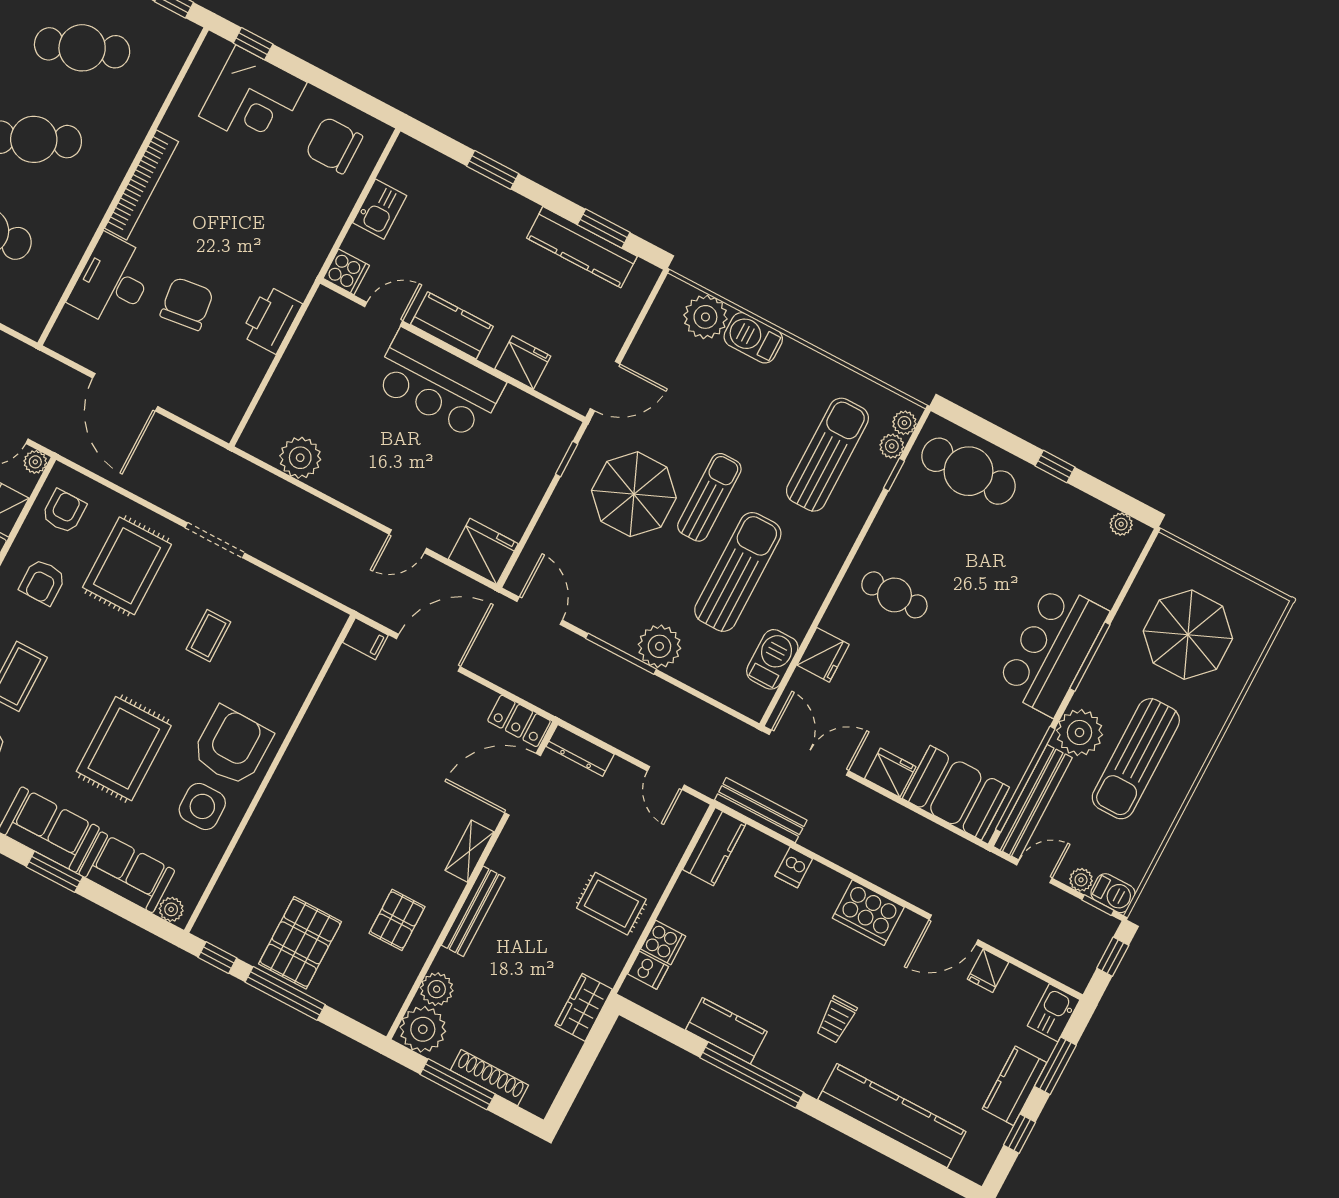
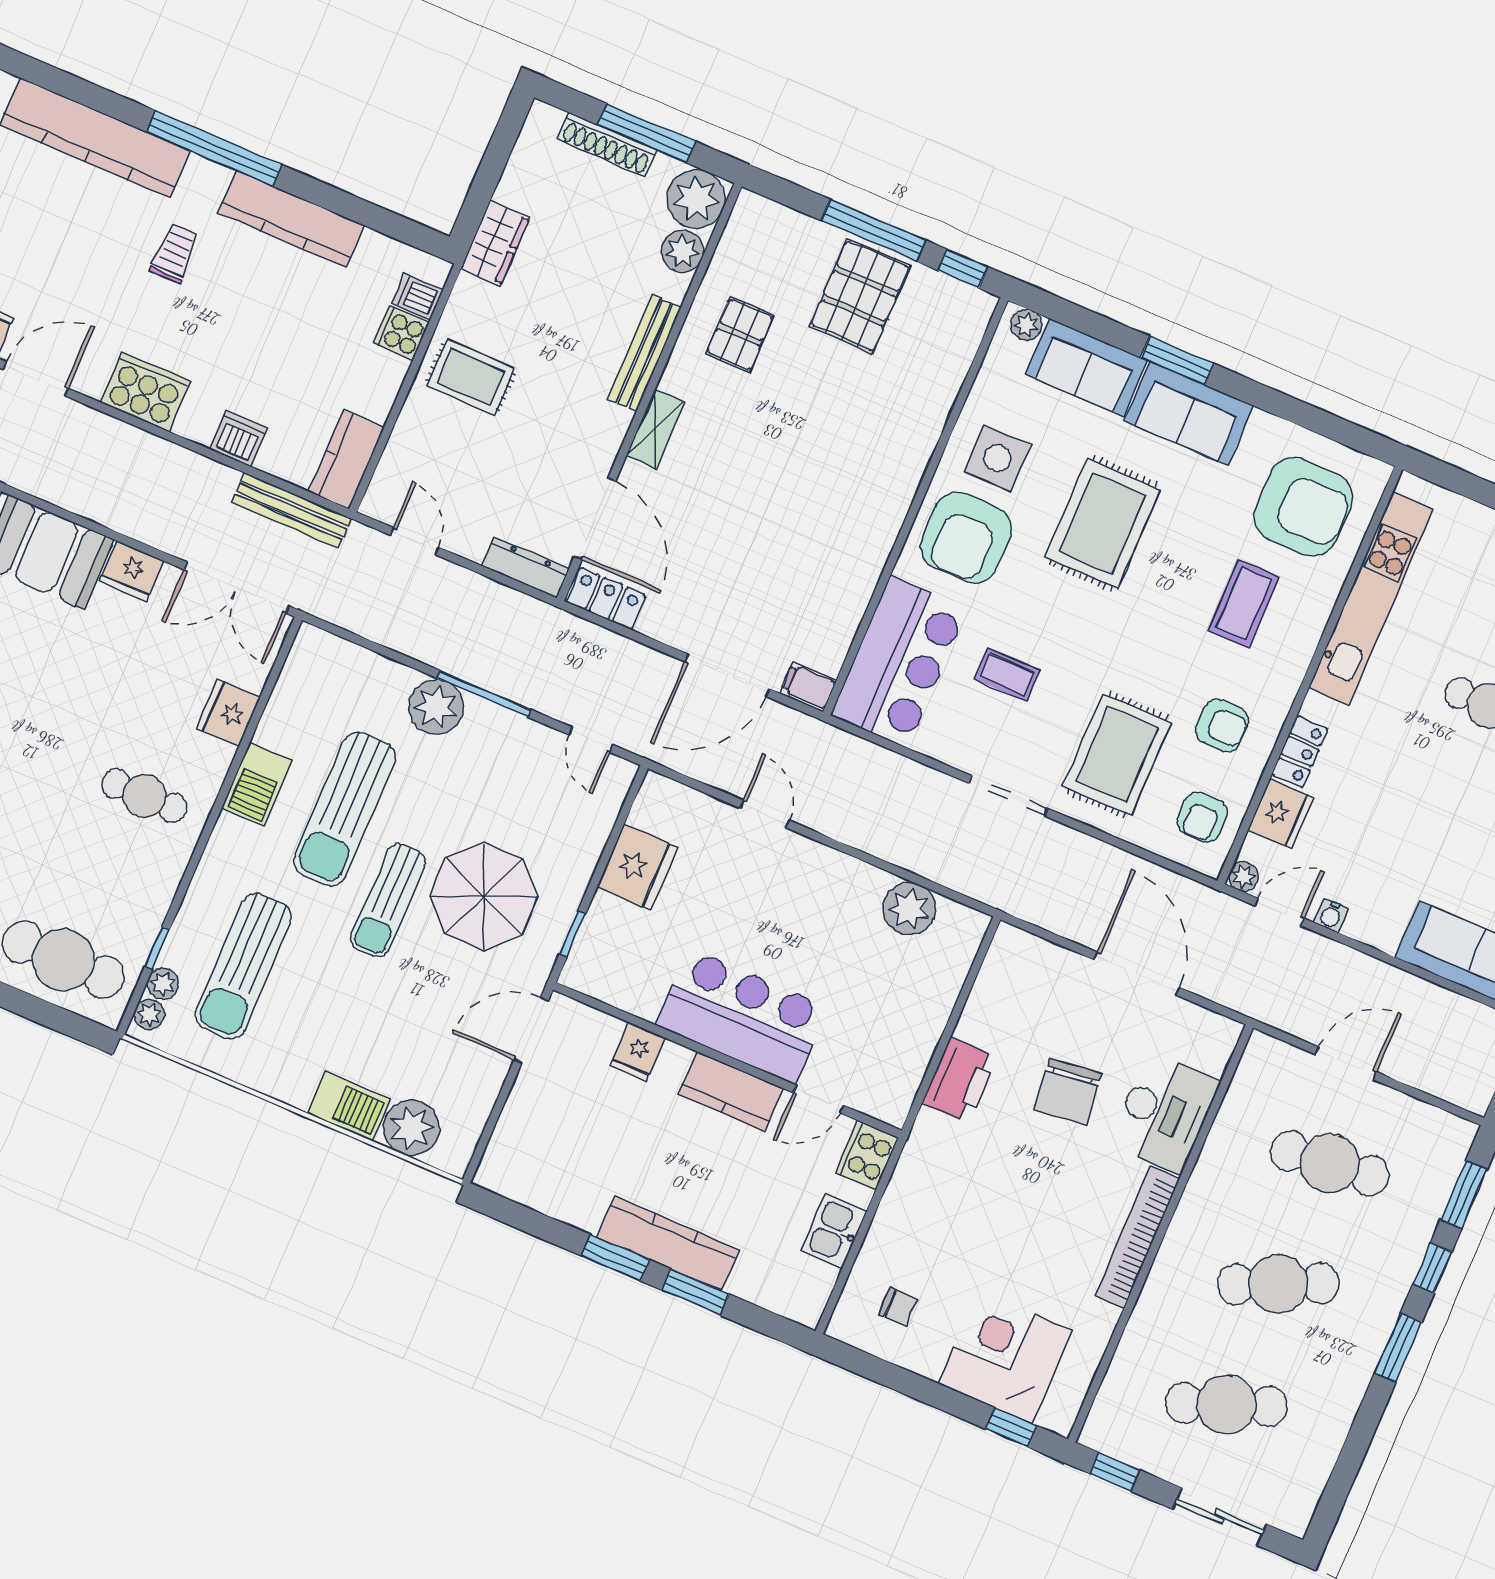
chair: (334, 145) -> (898, 1307), width x0.54, depth x0.54
window: (604, 228) -> (615, 1258), moved
kitchen counter: (582, 247) -> (668, 1243), moved
cooker: (346, 272) -> (867, 1155), width x1.36
fridge: (523, 363) -> (637, 1052), width x0.72
door: (408, 541) -> (765, 814), hinge flipped
fridge: (483, 551) -> (637, 867), moved, turned -90
armchair: (43, 582) -> (1222, 726), turned 90
door: (540, 611) -> (591, 740), width x0.73
coffee table: (208, 636) -> (1007, 675), turned 90
bar counter: (293, 653) -> (899, 662), added
barbecue: (772, 659) -> (257, 784), moved
door: (523, 784) -> (595, 519), hinge flipped
dishwasher: (794, 867) -> (238, 439), width x1.38
kitchen counter: (726, 1031) -> (291, 219), width x1.50
window: (752, 1075) -> (214, 148), moved

